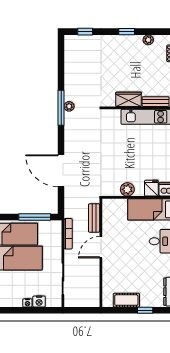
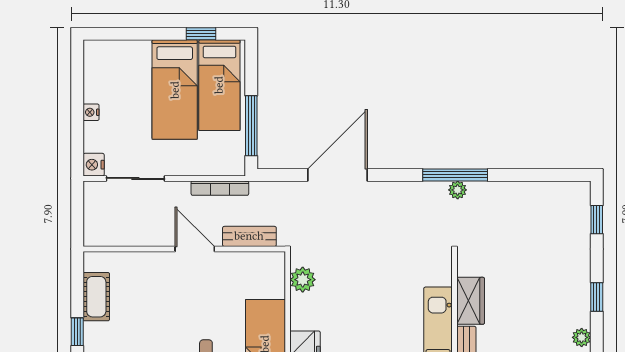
plant: (127, 189) -> (303, 280), moved
nightstand: (39, 302) -> (94, 165), moved

